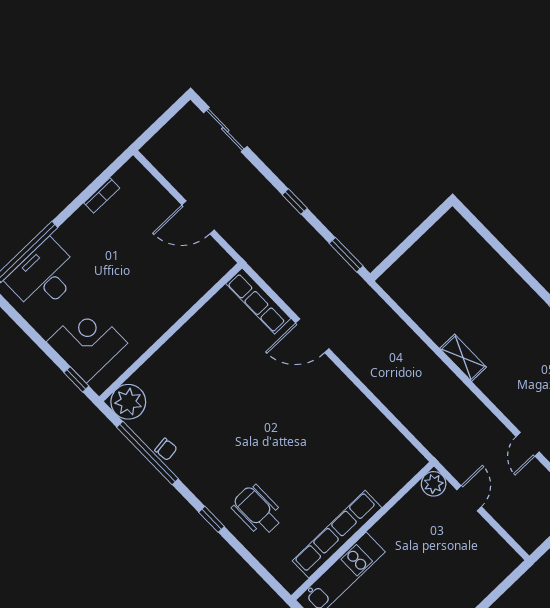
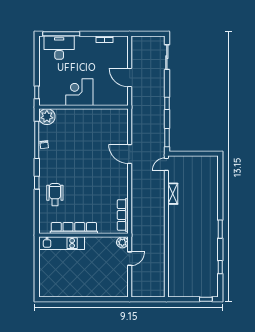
row of seats: (258, 301) -> (123, 215), moved
corner desk: (87, 342) -> (79, 92), moved, turned -90
shelving: (463, 358) -> (173, 194), moved
door: (528, 444) -> (166, 164), moved

